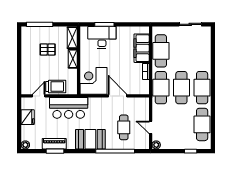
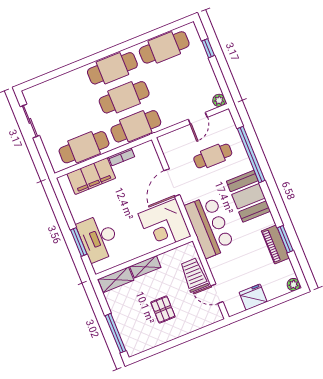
pallet: (48, 49) -> (163, 309), moved
bar counter: (69, 108) -> (209, 226), moved

